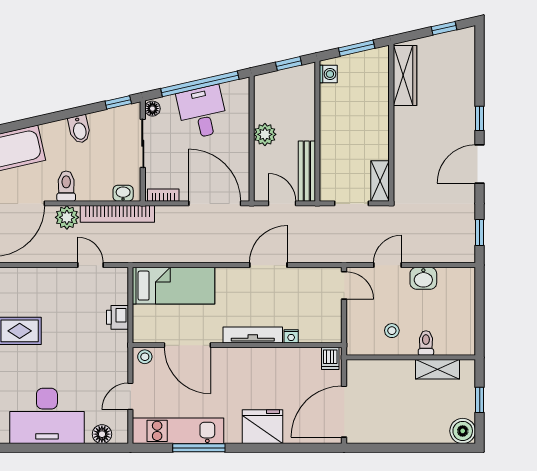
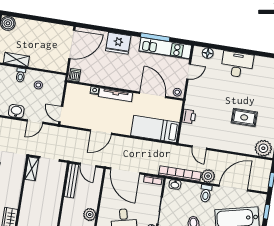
plant: (265, 134) -> (90, 215), moved
desk: (47, 416) -> (237, 64), width x0.73, depth x0.77

